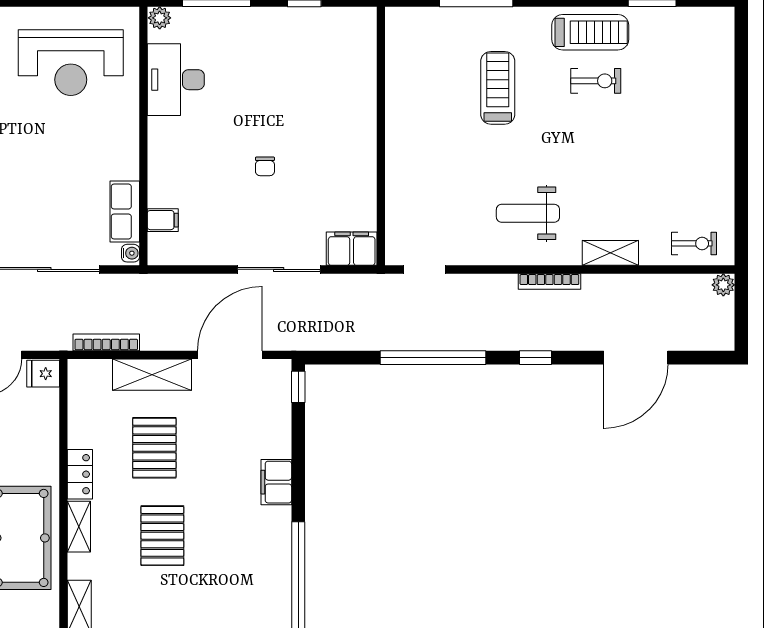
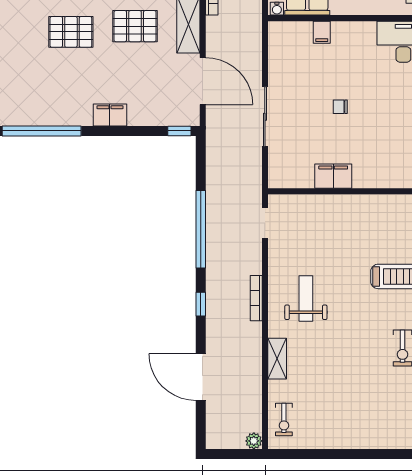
filing cabinet: (163, 220) -> (322, 32), moved
filing cabinet: (352, 249) -> (333, 176), moved, turned -90
bookcase: (549, 281) -> (256, 298), moved

